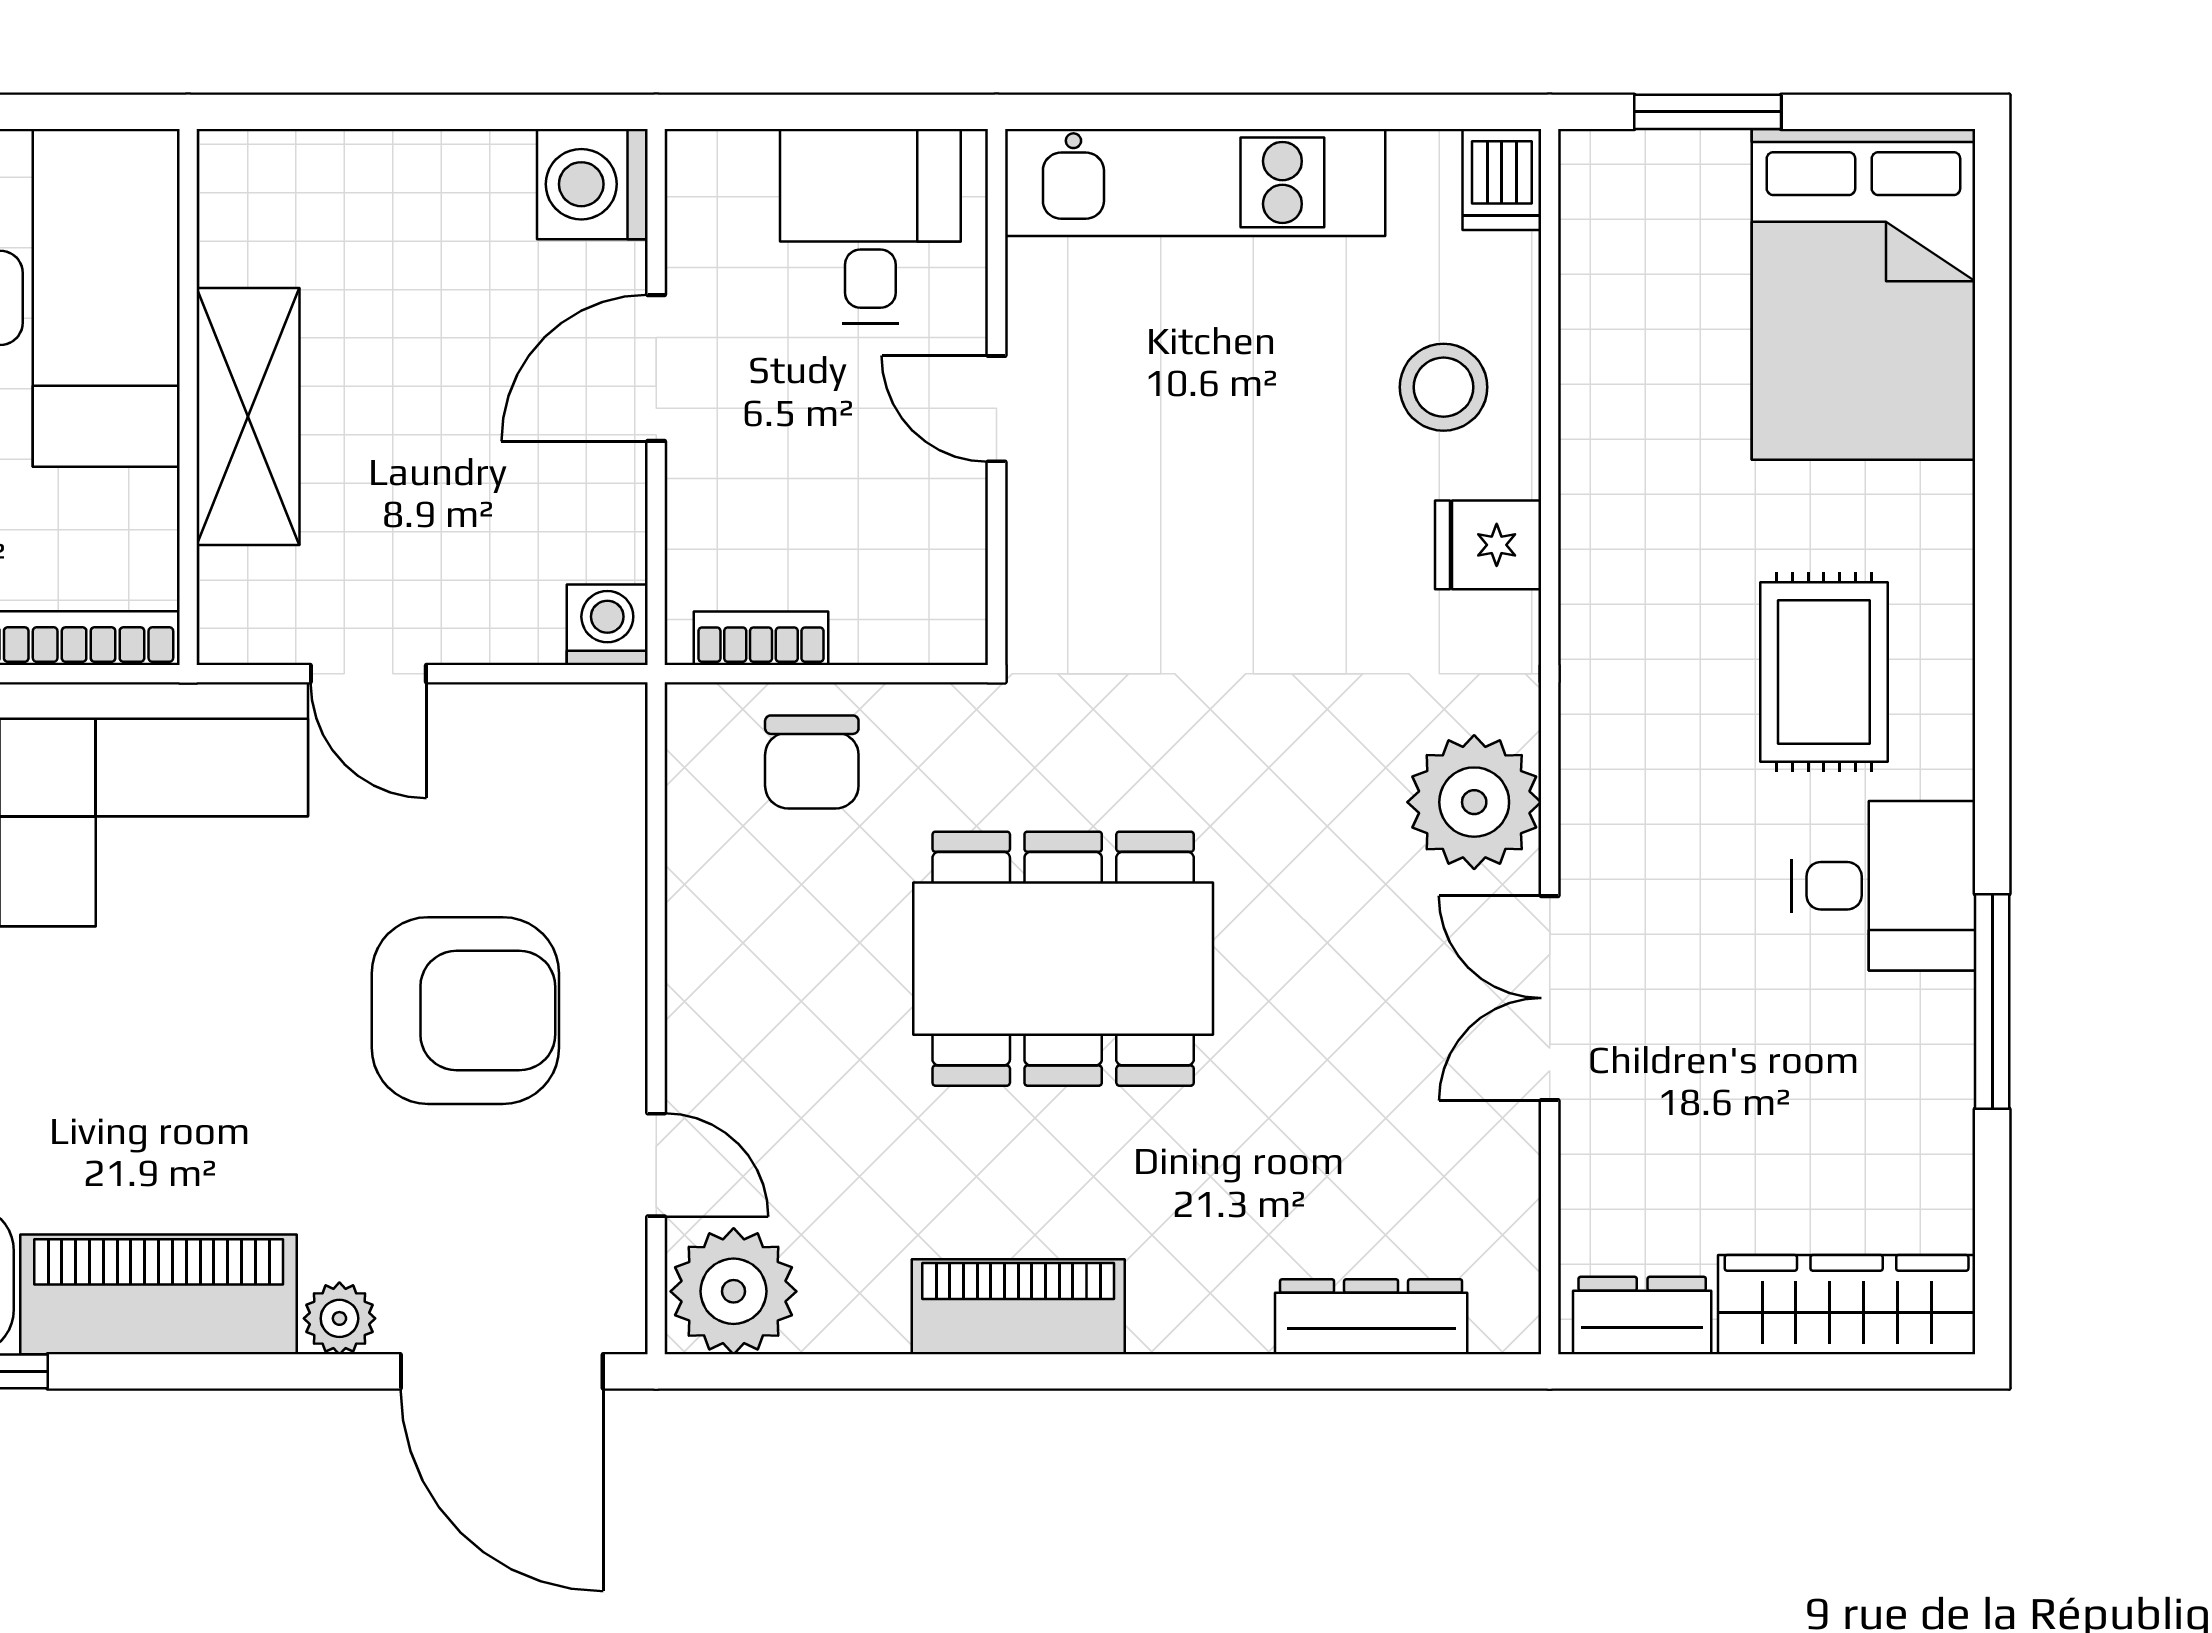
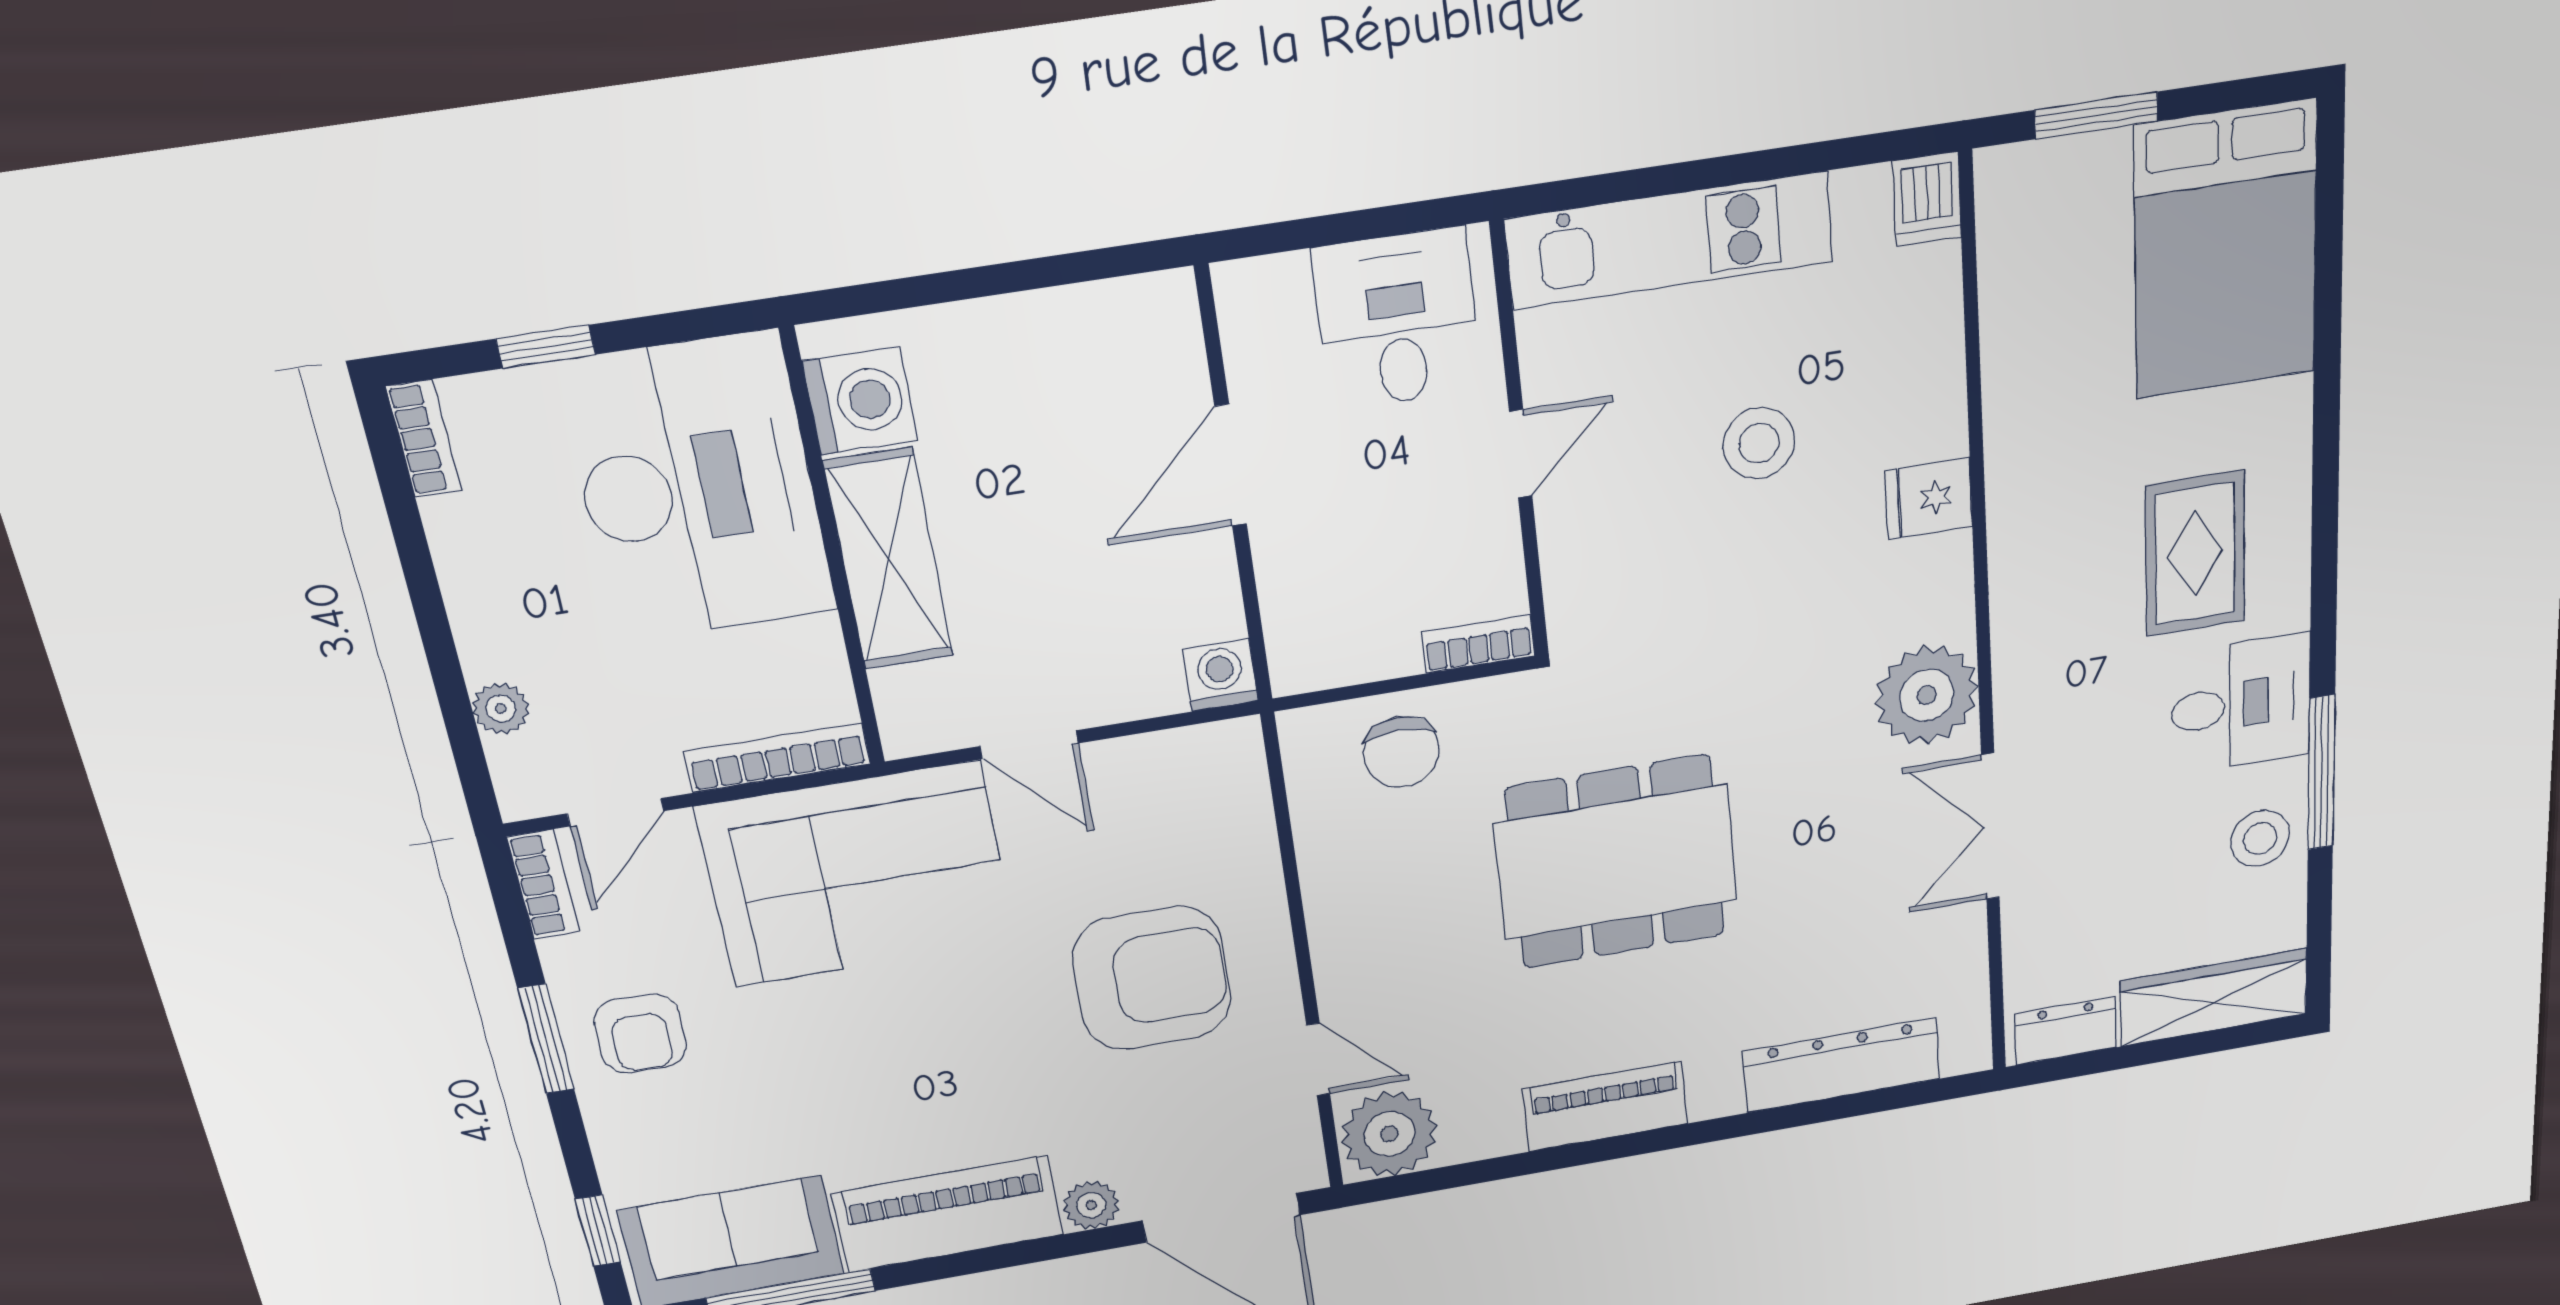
washing machine: (592, 184) -> (860, 401), moved, turned 180
stool: (1444, 387) -> (1759, 443), moved
door: (996, 409) -> (1521, 454), swing flipped
bookcase: (761, 638) -> (1478, 644), moved
stool: (1910, 1081) -> (2260, 838), added
dresser: (1371, 1317) -> (1841, 1065), width x1.37, depth x1.24

